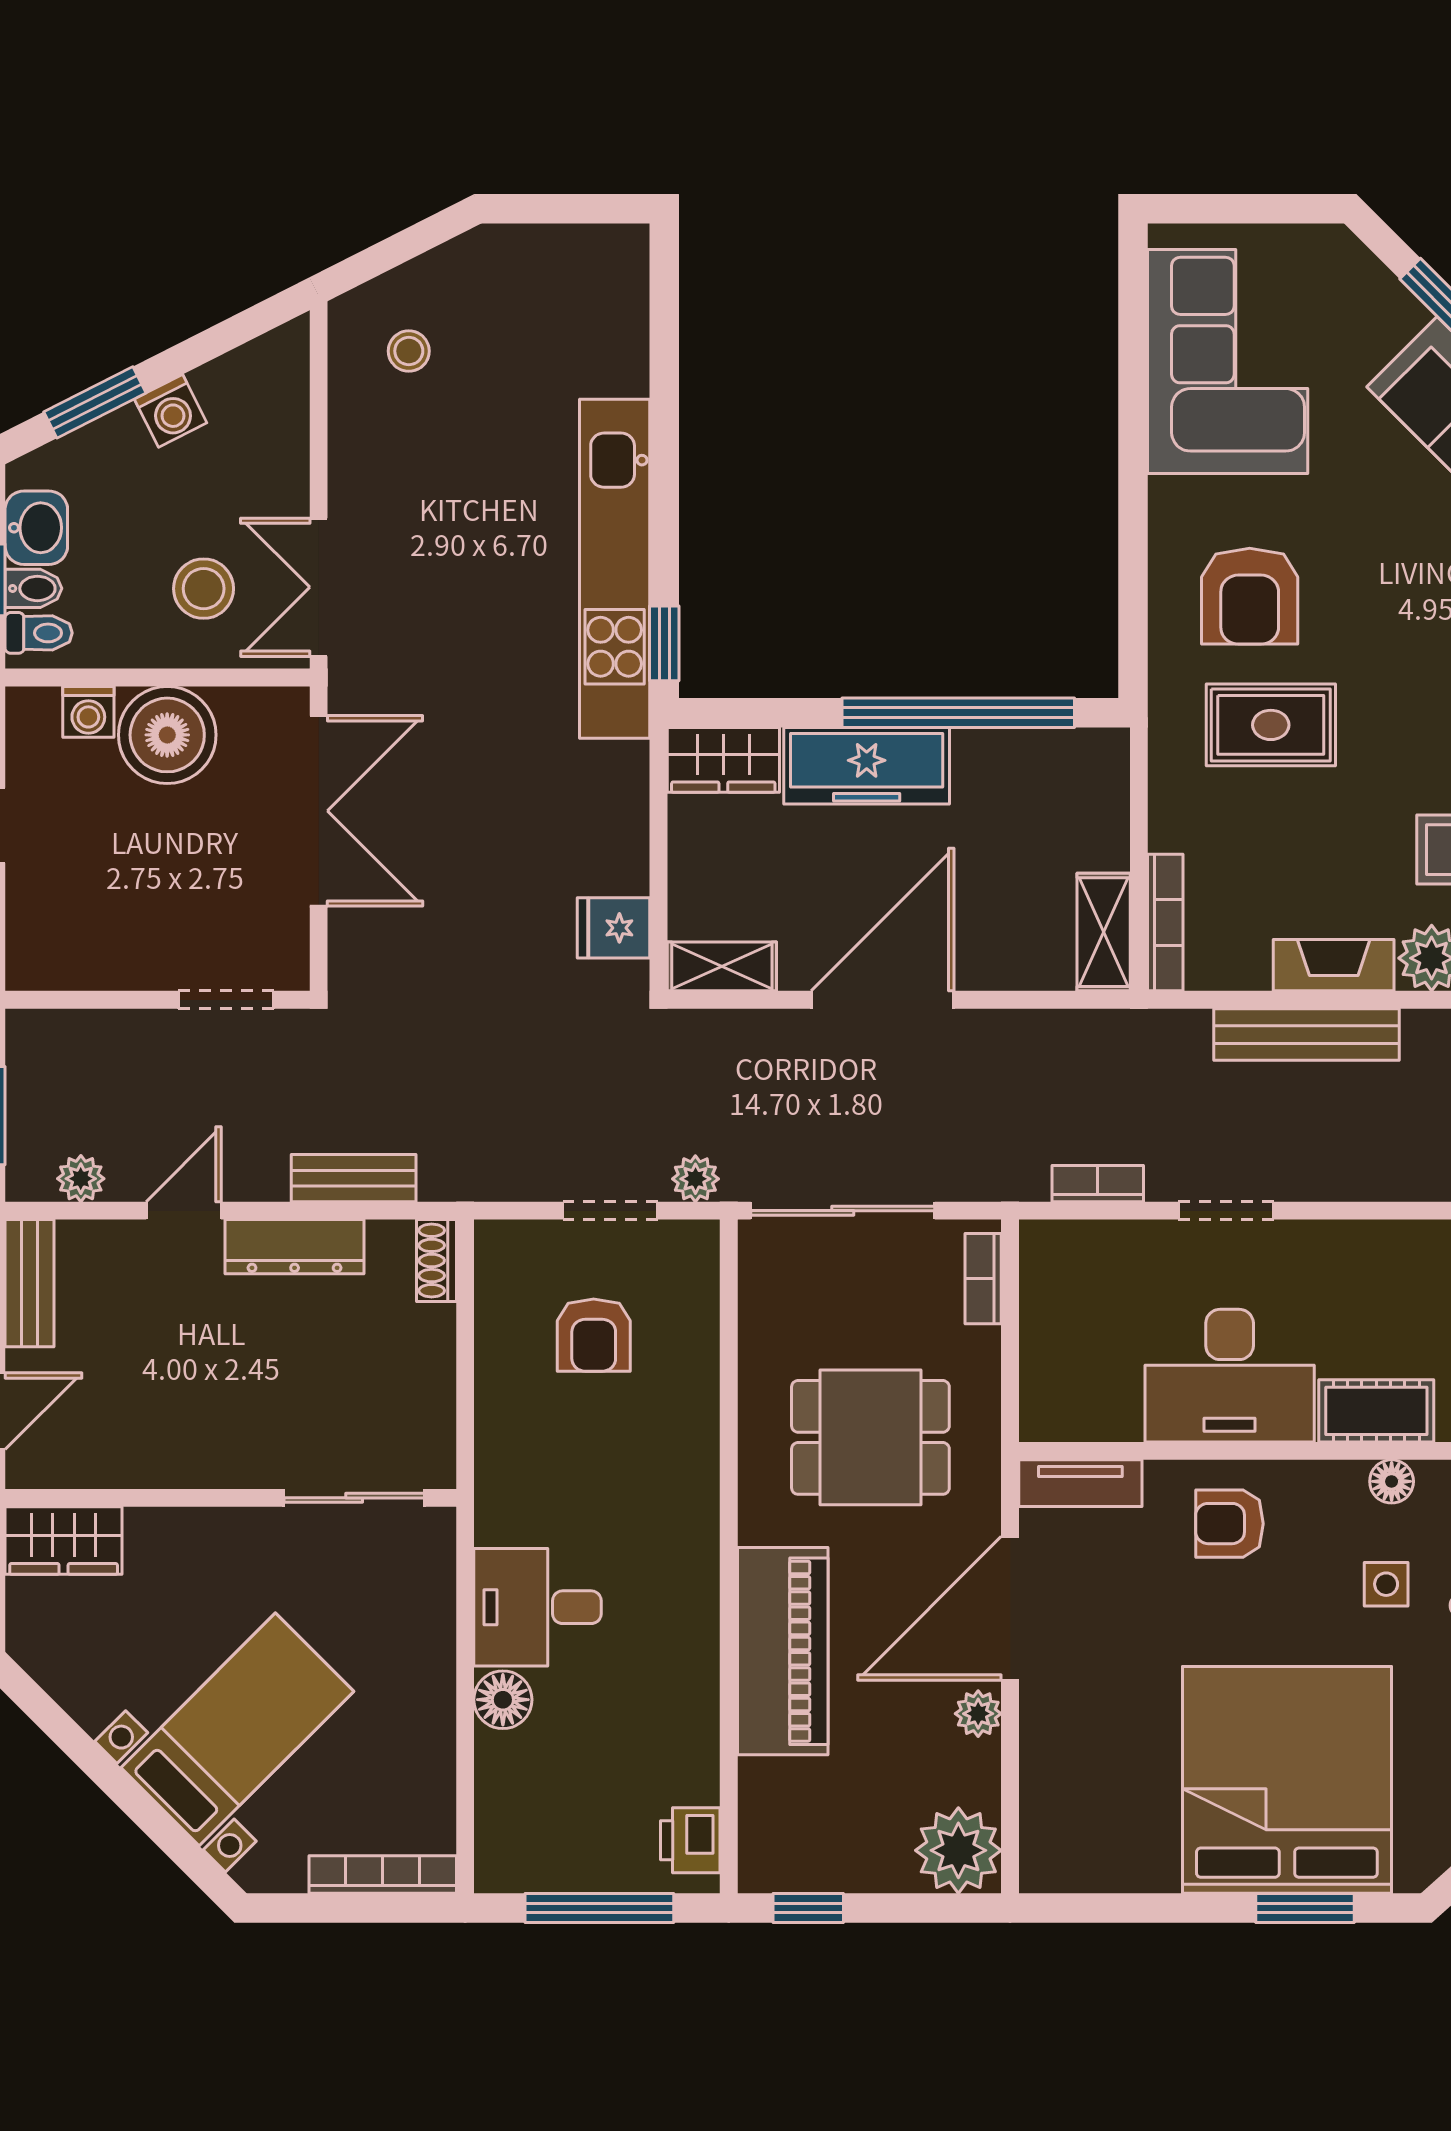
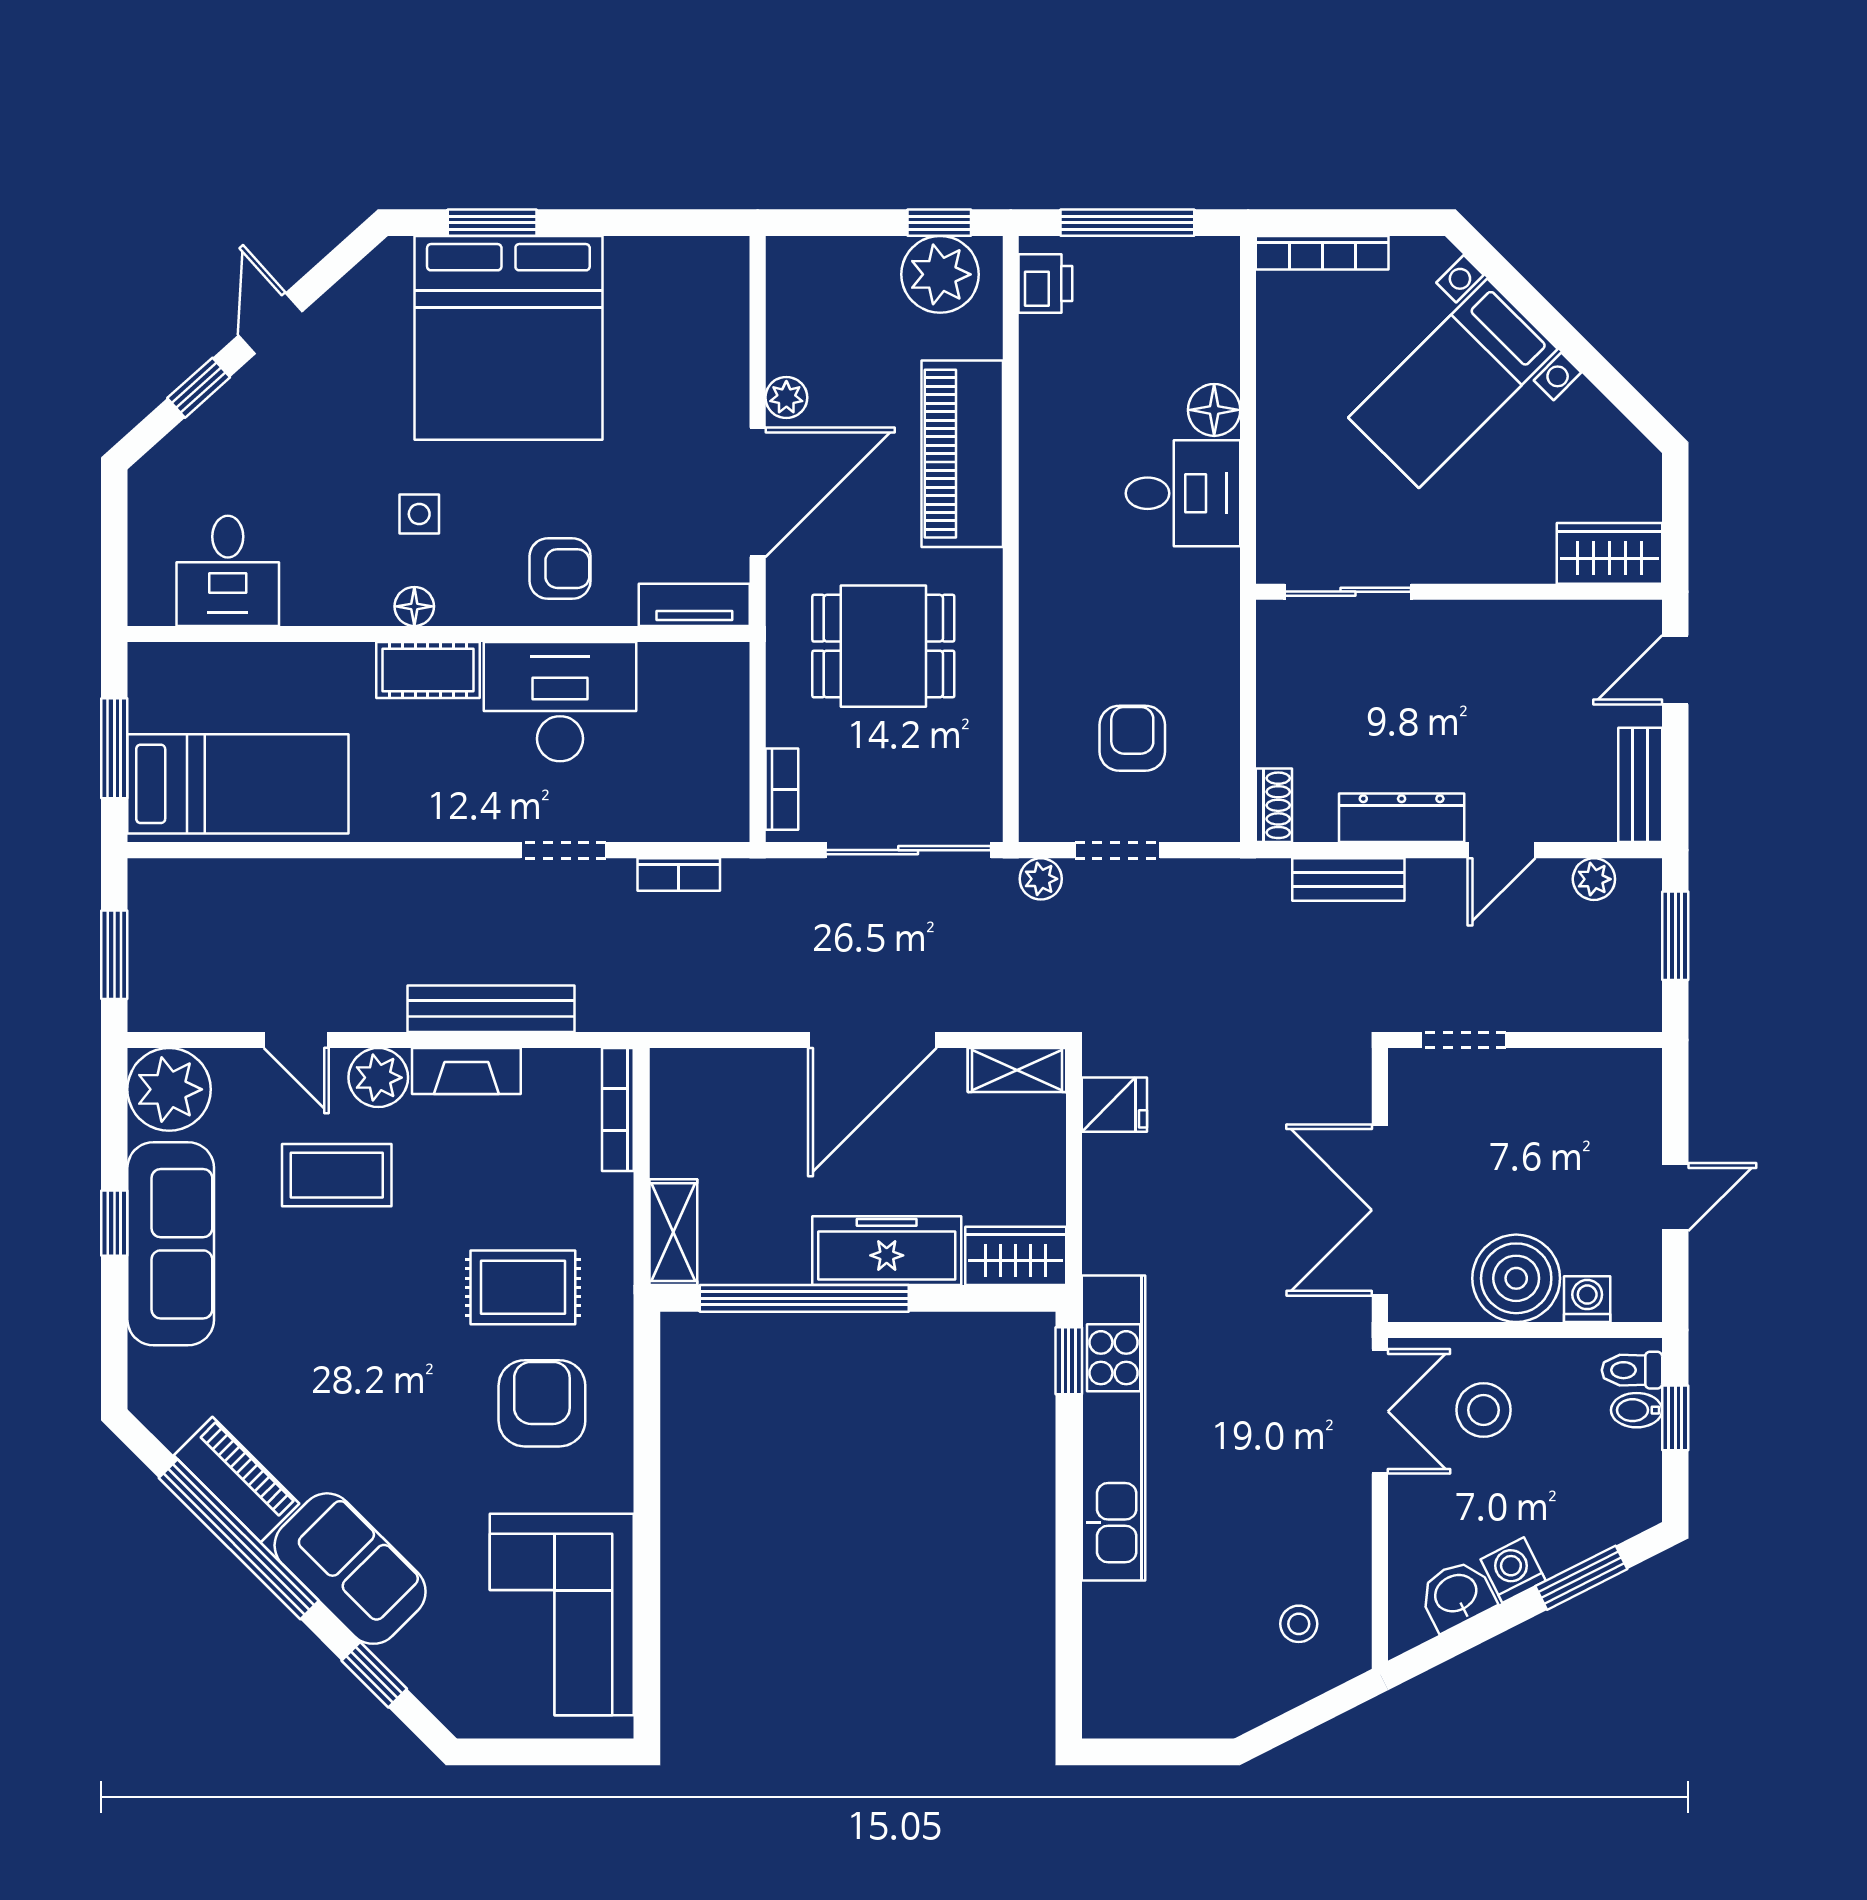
washbasin: (36, 528) -> (1456, 1595), moved, turned 63
shelving: (1104, 932) -> (673, 1232), moved
plant: (958, 1850) -> (940, 274), moved

